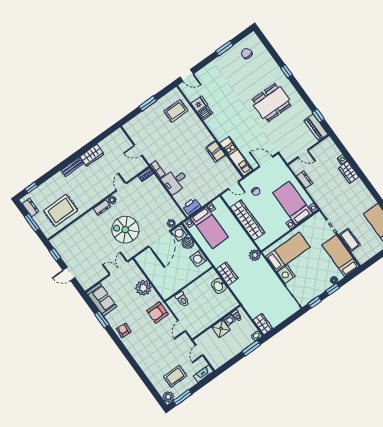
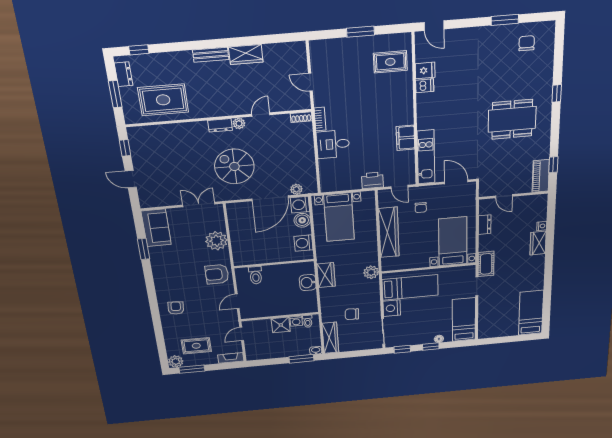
printer: (192, 206) -> (372, 180), moved
cot: (350, 240) -> (486, 264), moved
chair: (263, 294) -> (352, 314), added
wardrobe: (263, 324) -> (330, 338), width x1.50
armchair: (124, 330) -> (176, 308), moved

